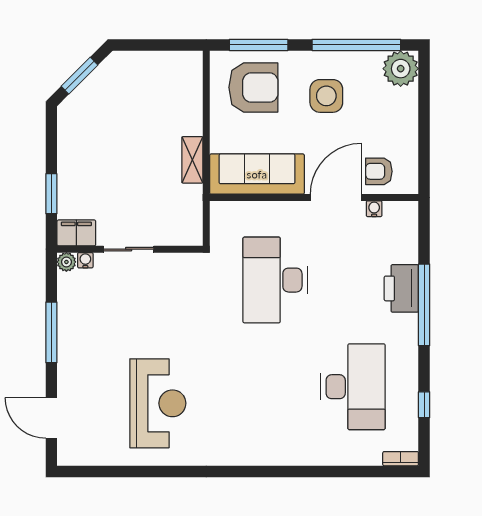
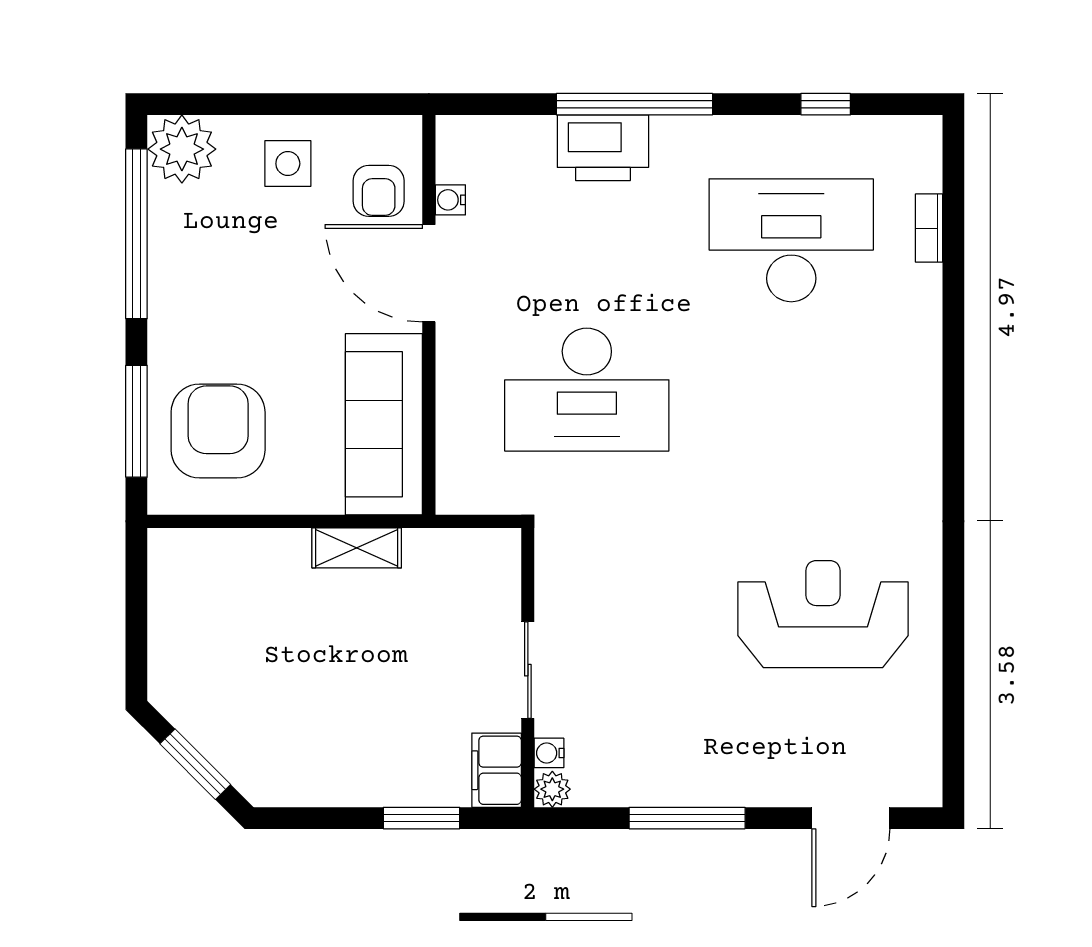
side table: (326, 96) -> (288, 164), moved, width x0.73, depth x0.73
bookcase: (401, 459) -> (929, 228), moved

